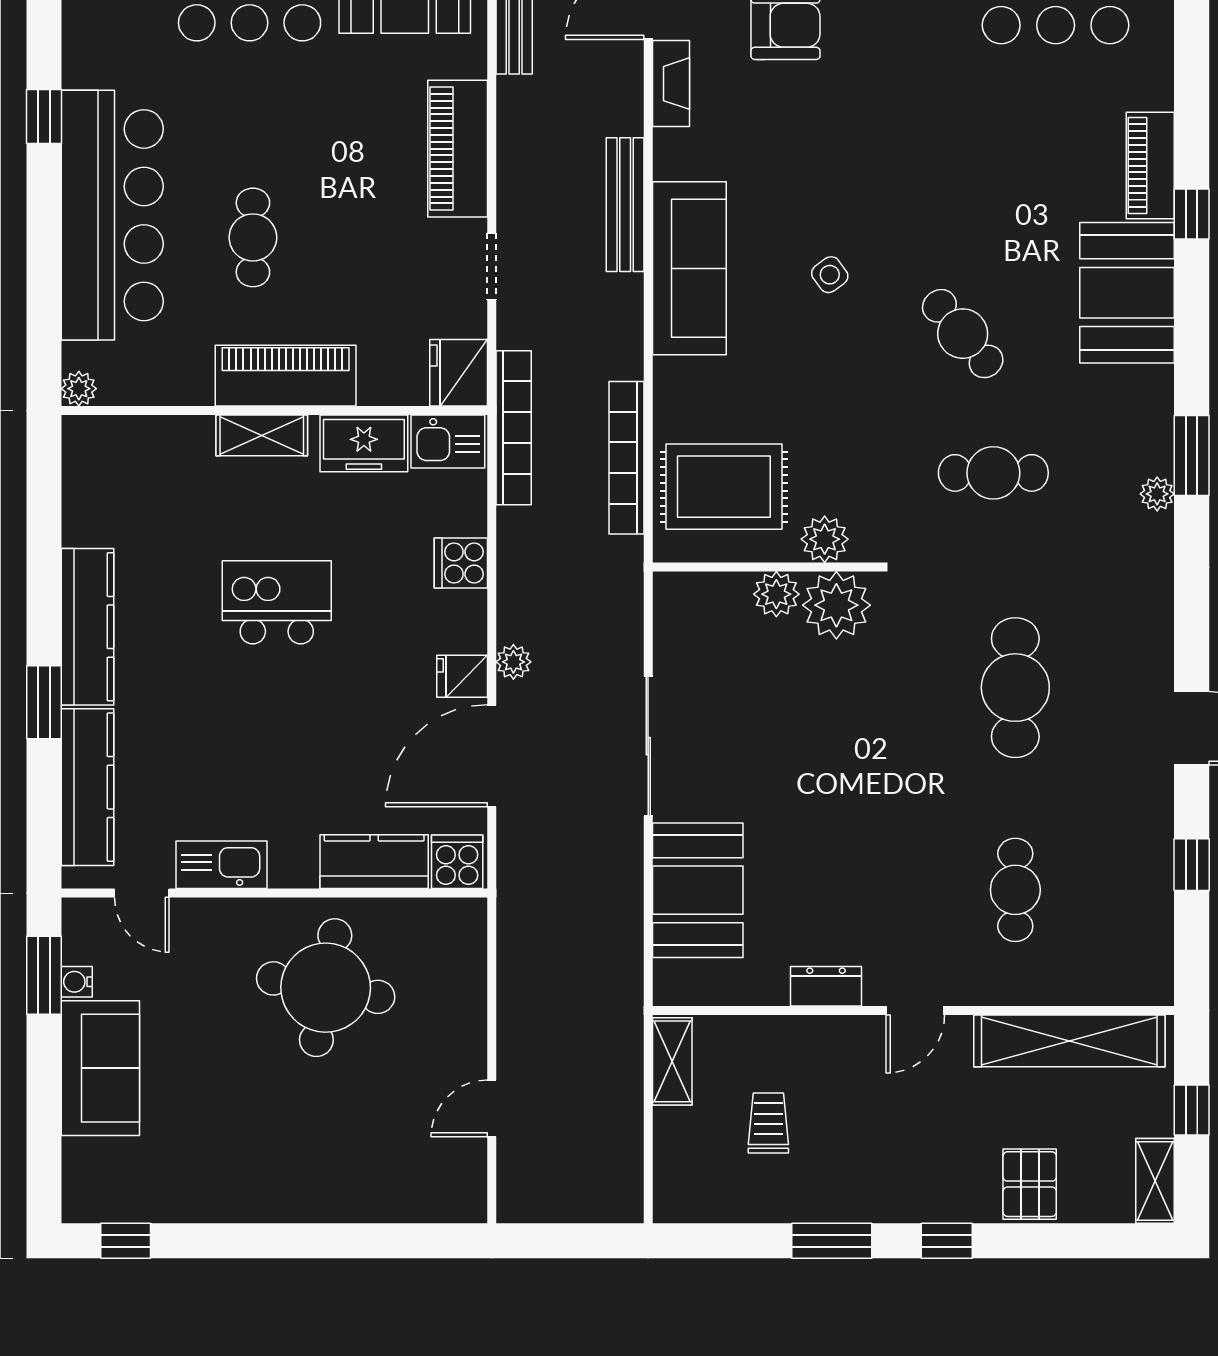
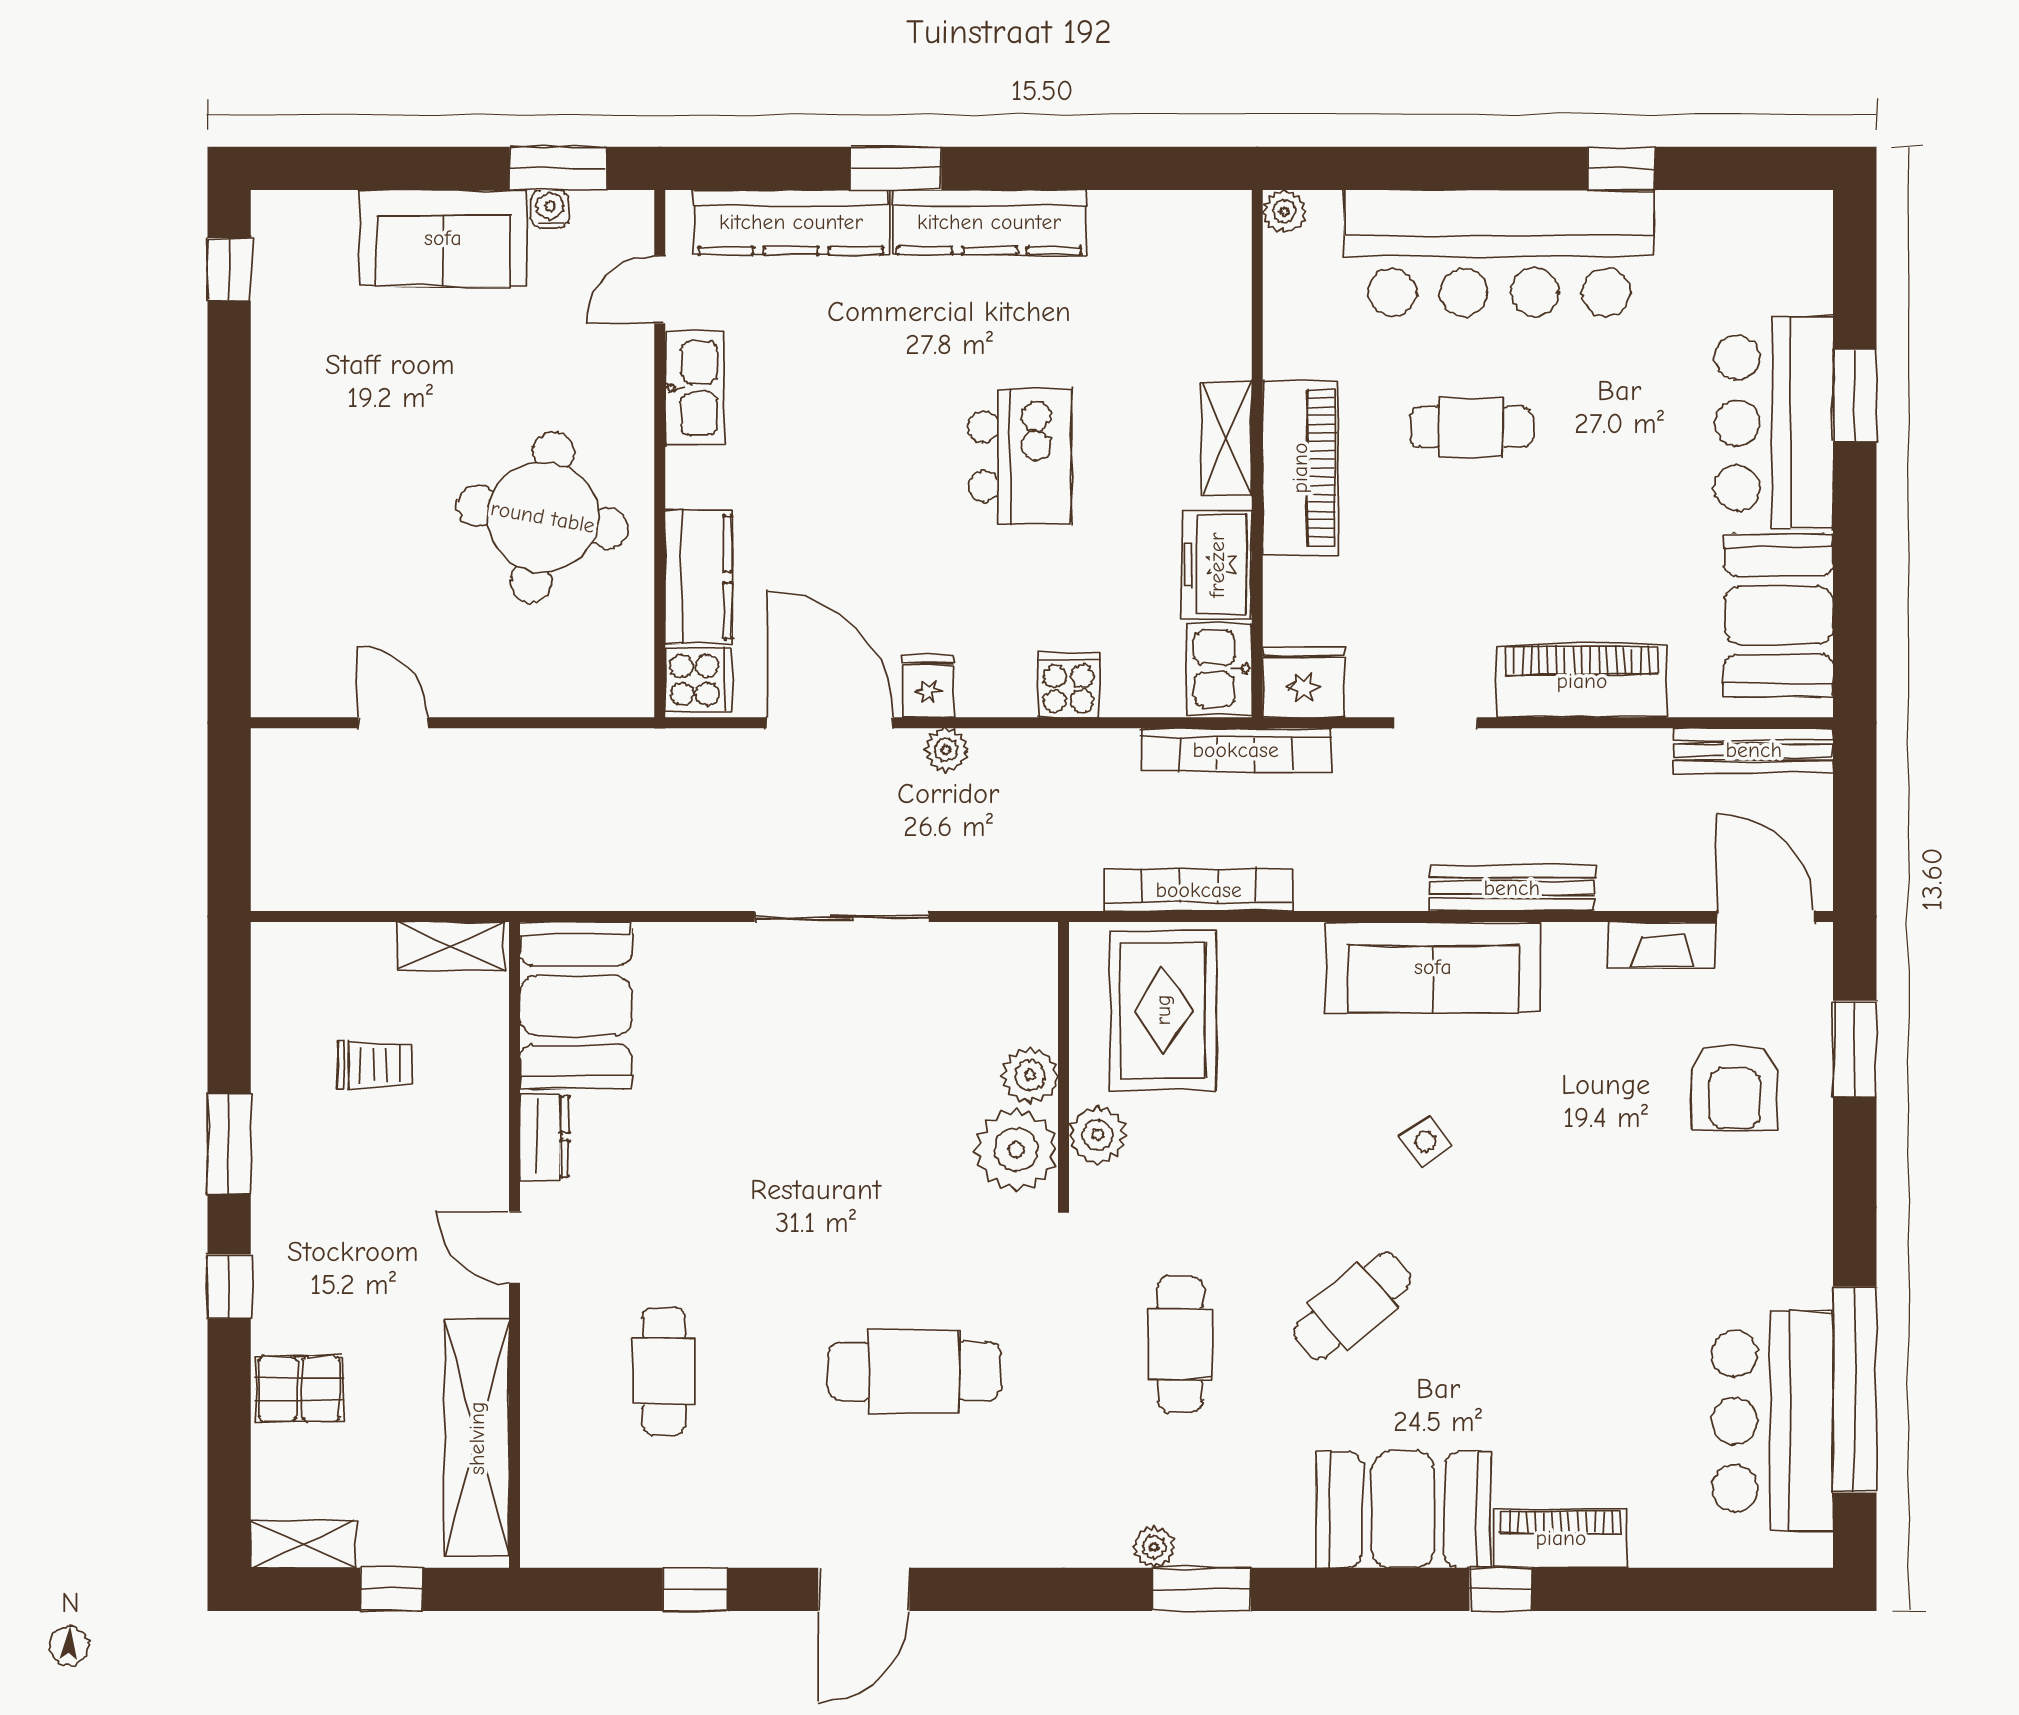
booth: (698, 890) -> (576, 1005), moved, turned 90
cafe table: (1015, 890) -> (664, 1371), turned 90

